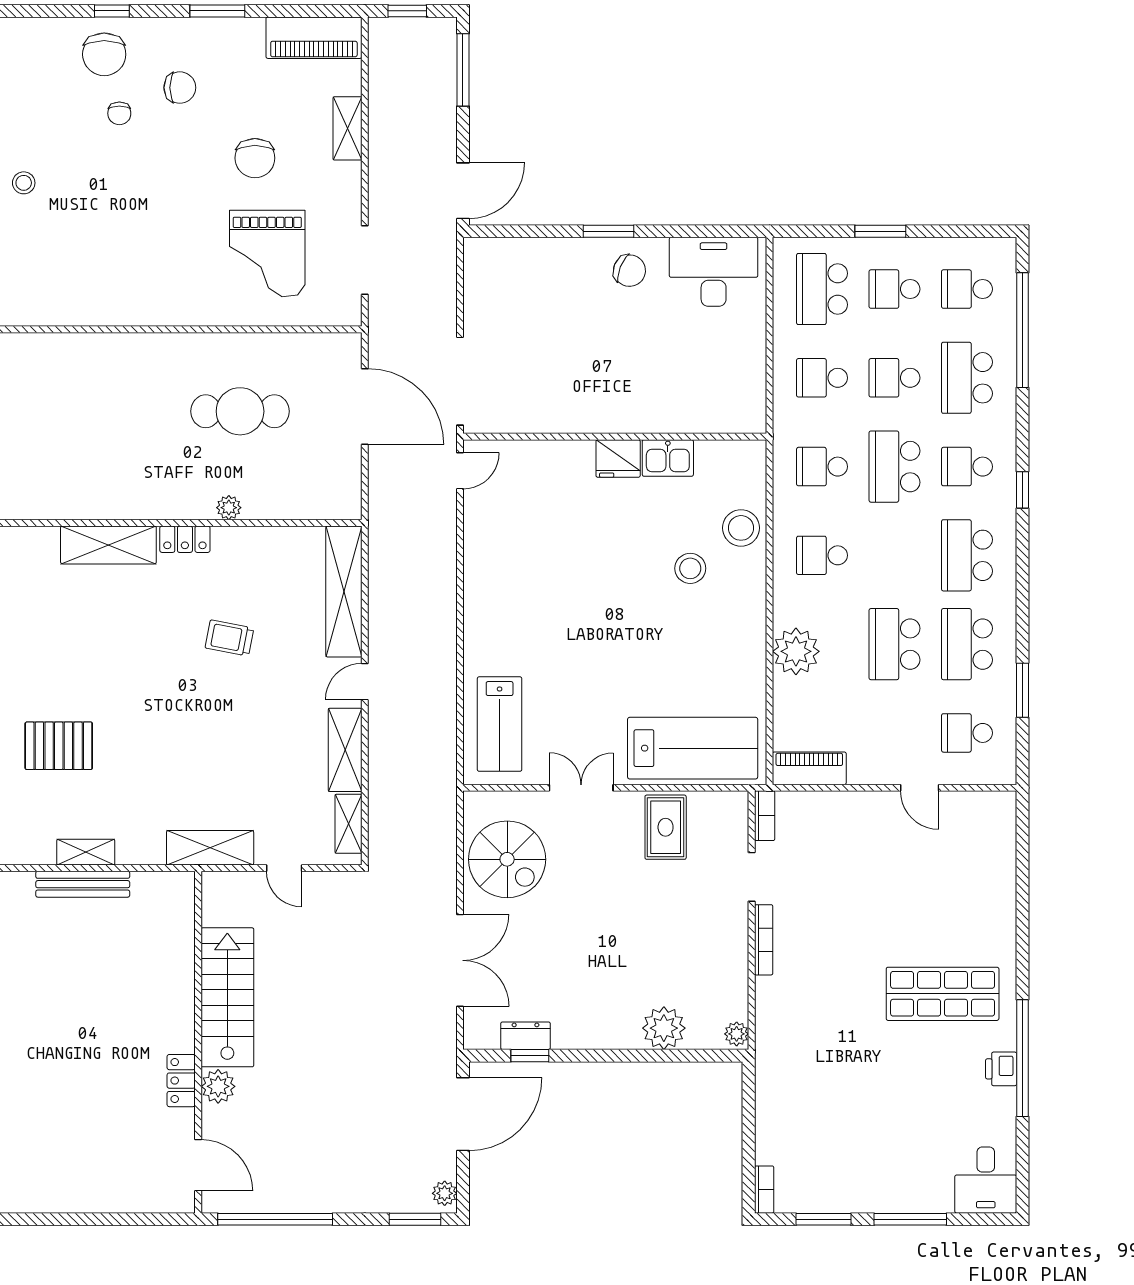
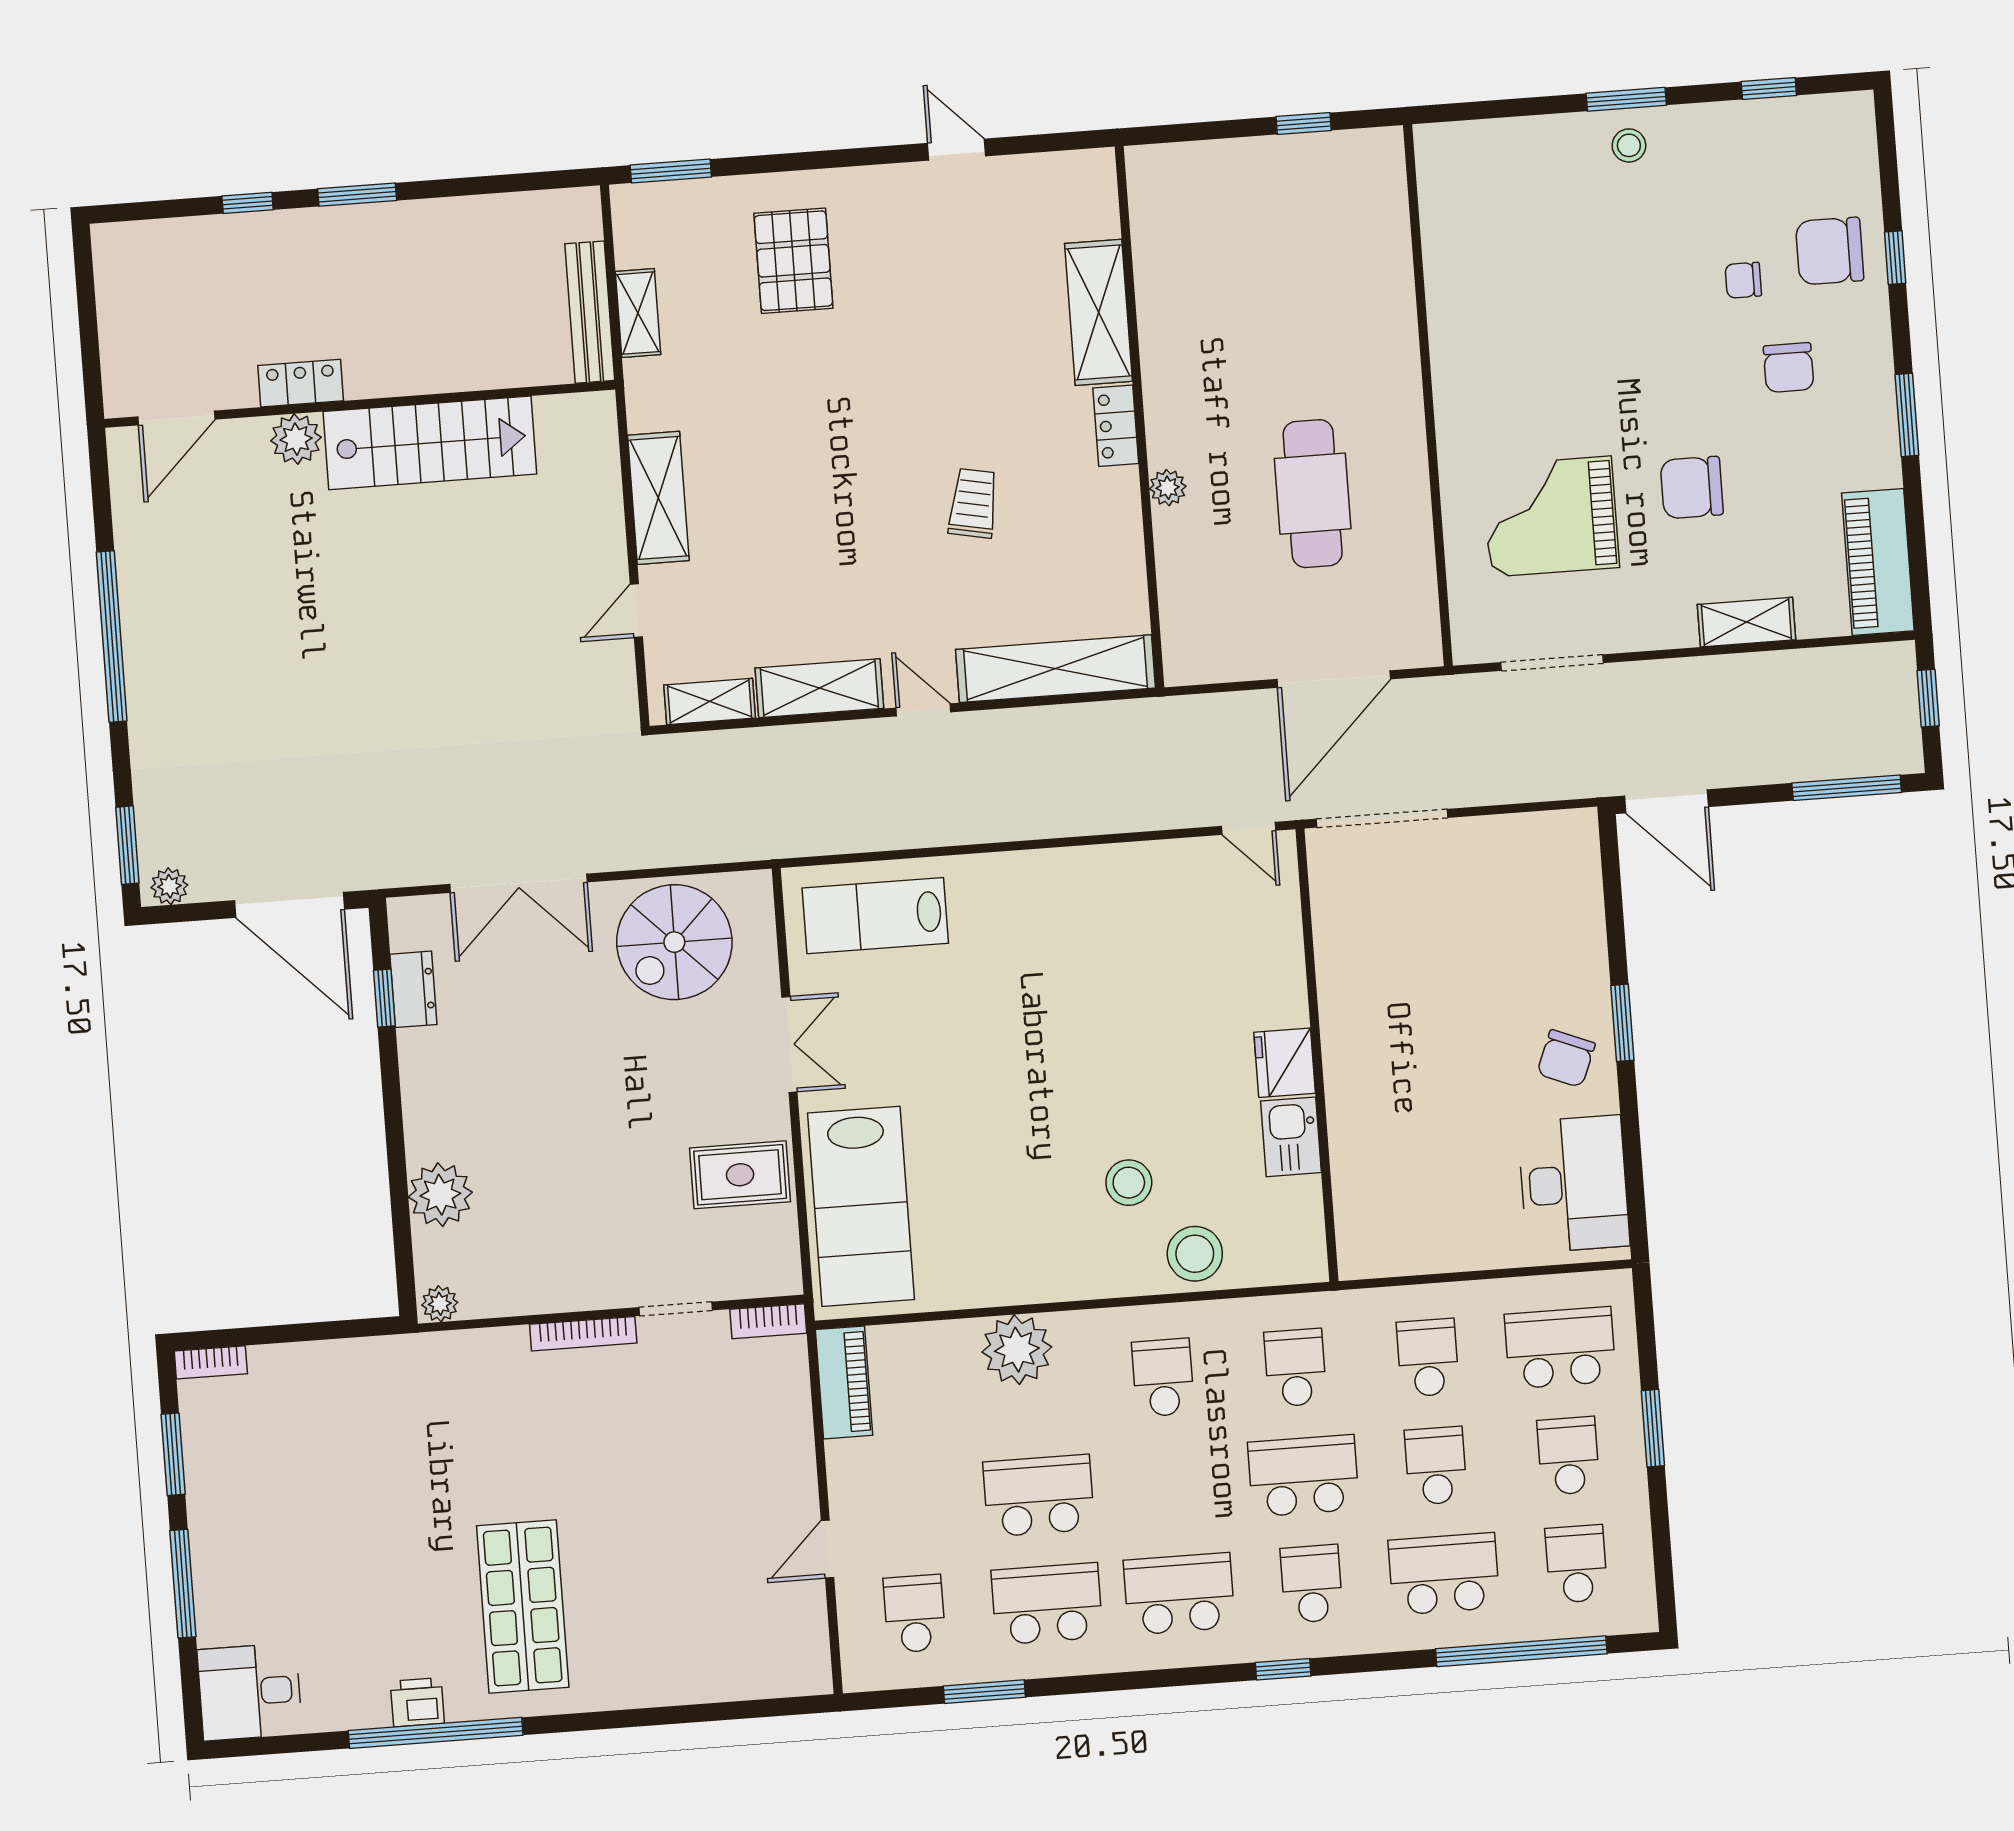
stairs: (227, 997) -> (430, 443), moved
wall: (198, 1042) -> (360, 404), moved
locker: (181, 1081) -> (301, 383), moved
plant: (218, 1086) -> (296, 439), moved
door: (198, 1165) -> (176, 418), moved

